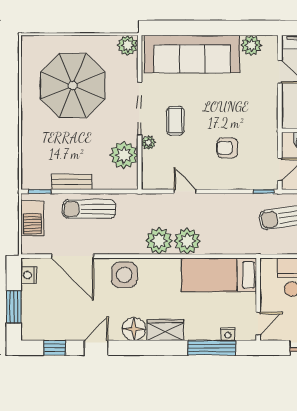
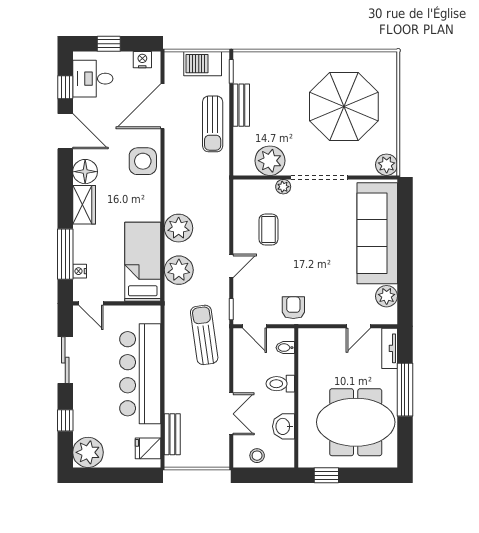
coffee table: (175, 121) -> (268, 230), moved, turned 90
armchair: (227, 148) -> (293, 308), moved
door: (185, 191) -> (231, 266), moved
sun lounger: (89, 209) -> (213, 124), turned 180
plant: (159, 241) -> (179, 270), moved
window: (14, 307) -> (109, 44), width x0.67
desk: (47, 322) -> (93, 79), added
door: (96, 348) -> (65, 131), width x1.38

